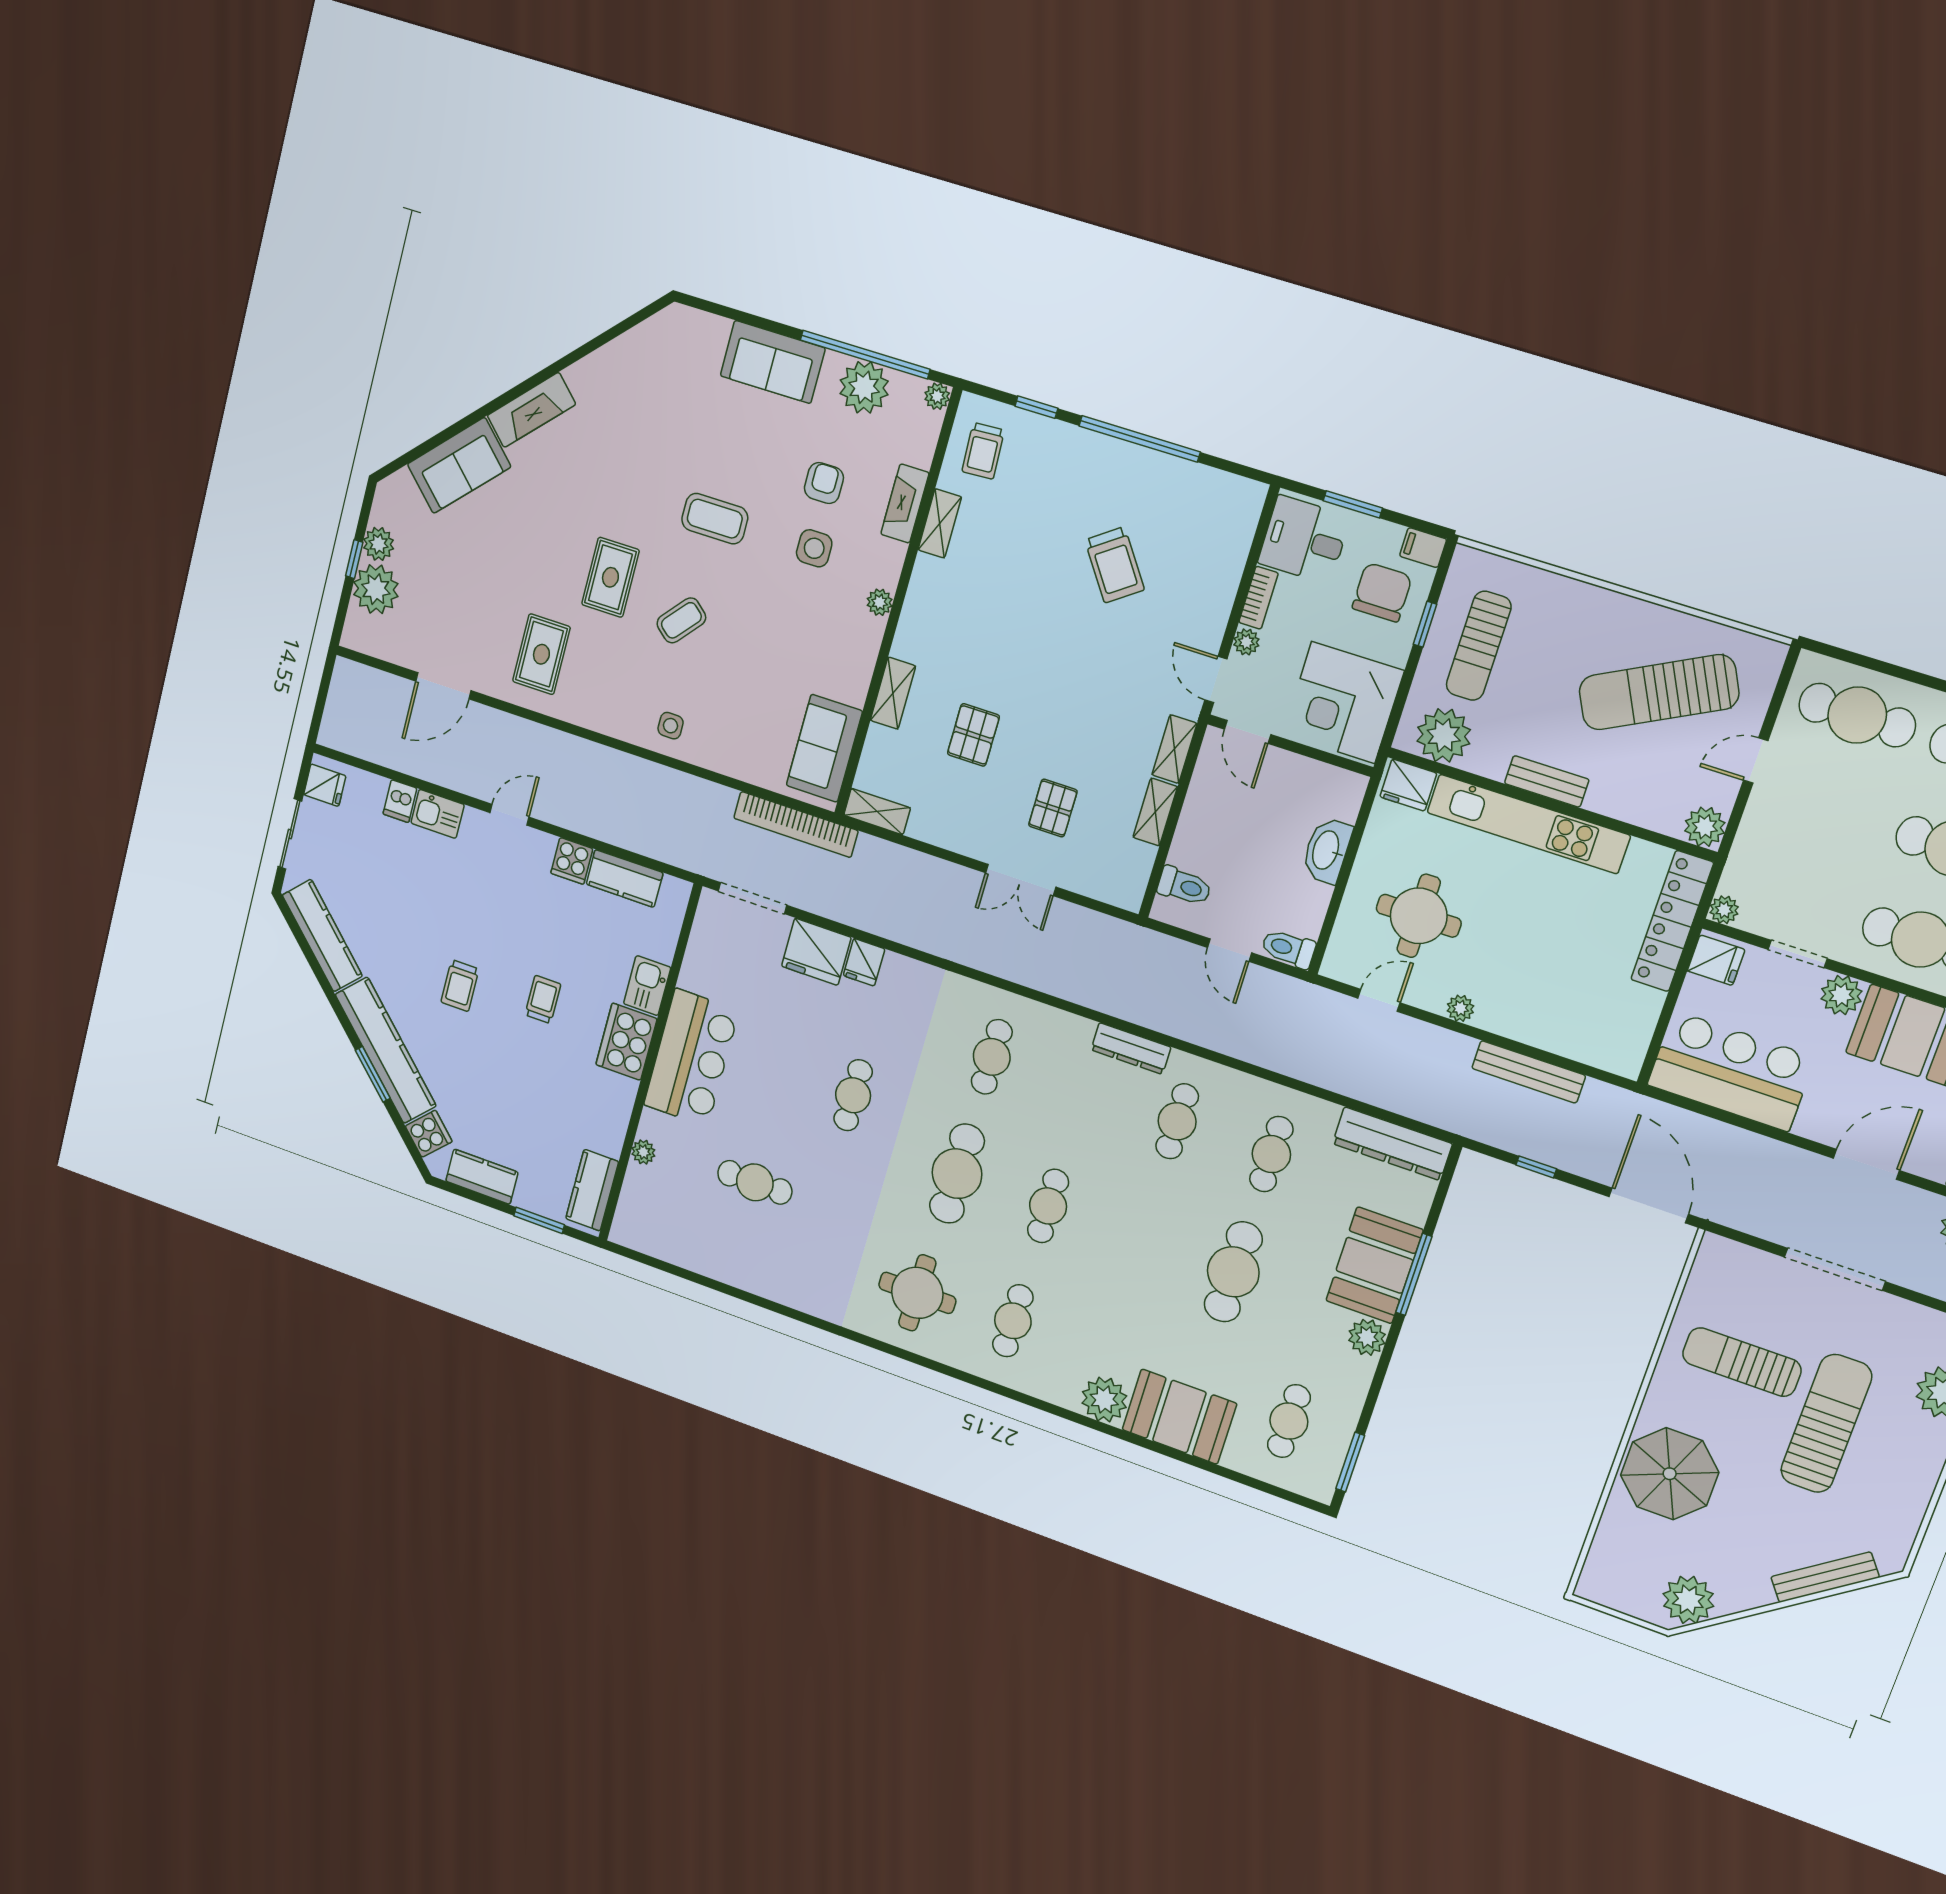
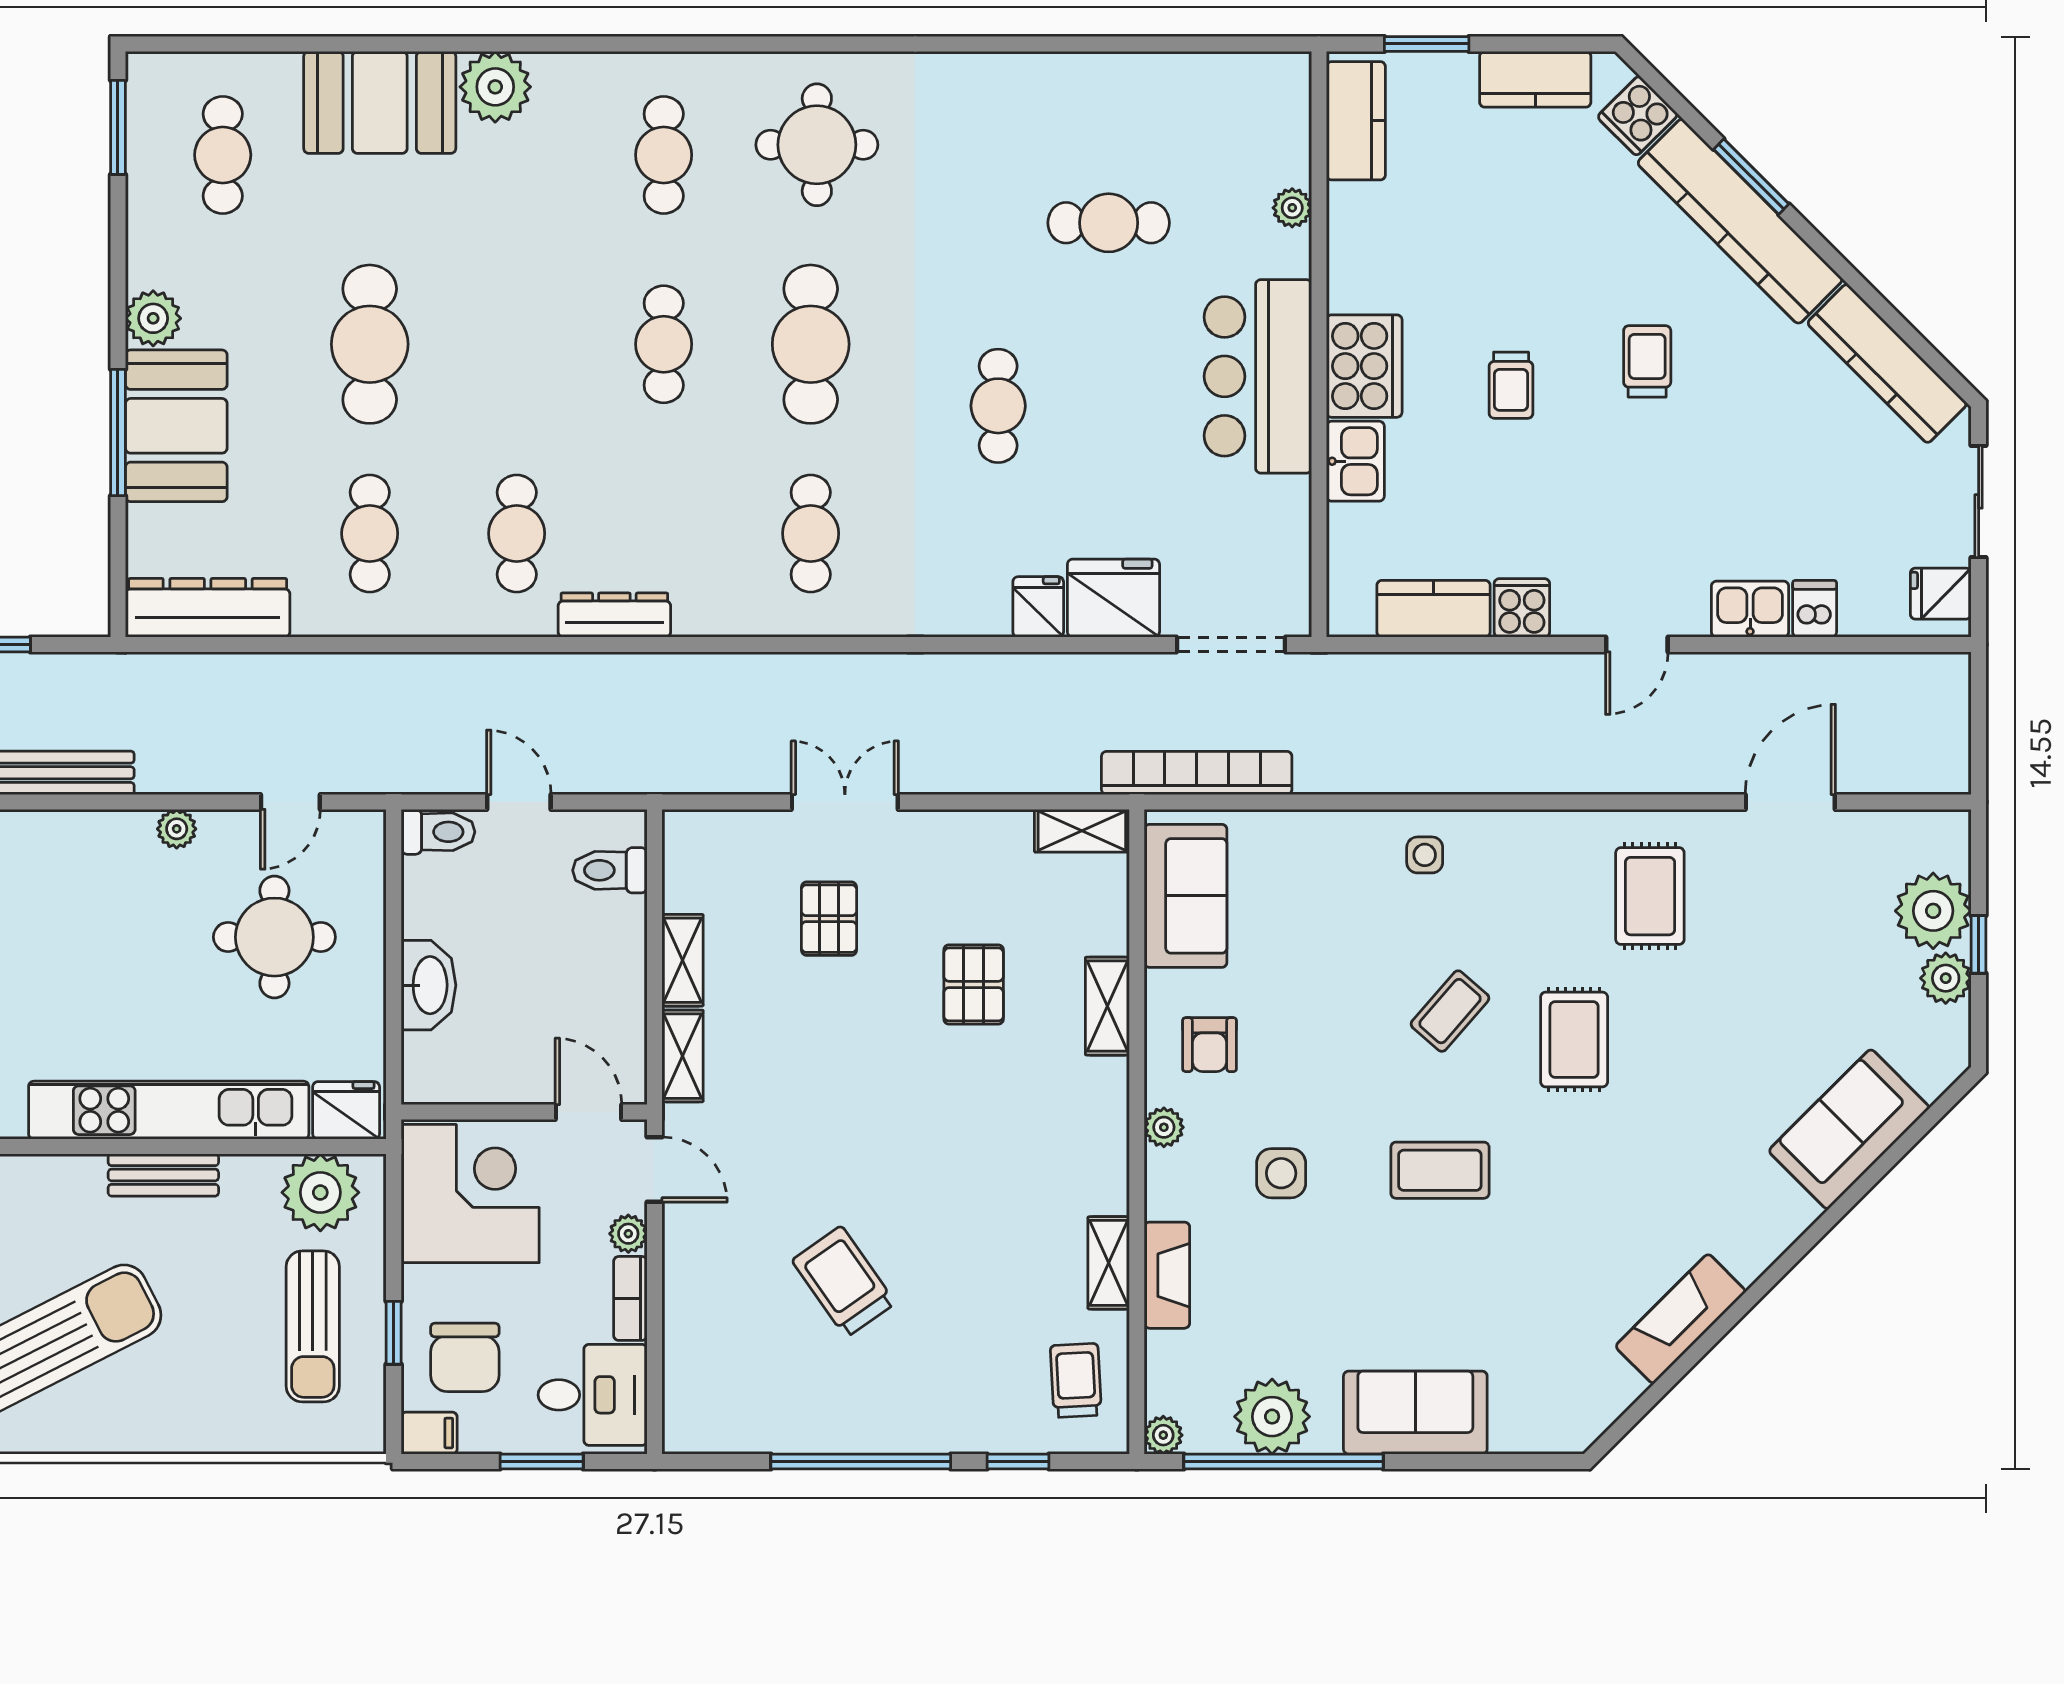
fireplace: (531, 410) -> (1681, 1319), moved
armchair: (824, 483) -> (1210, 1045), moved
sun lounger: (1479, 646) -> (313, 1326), turned 180

